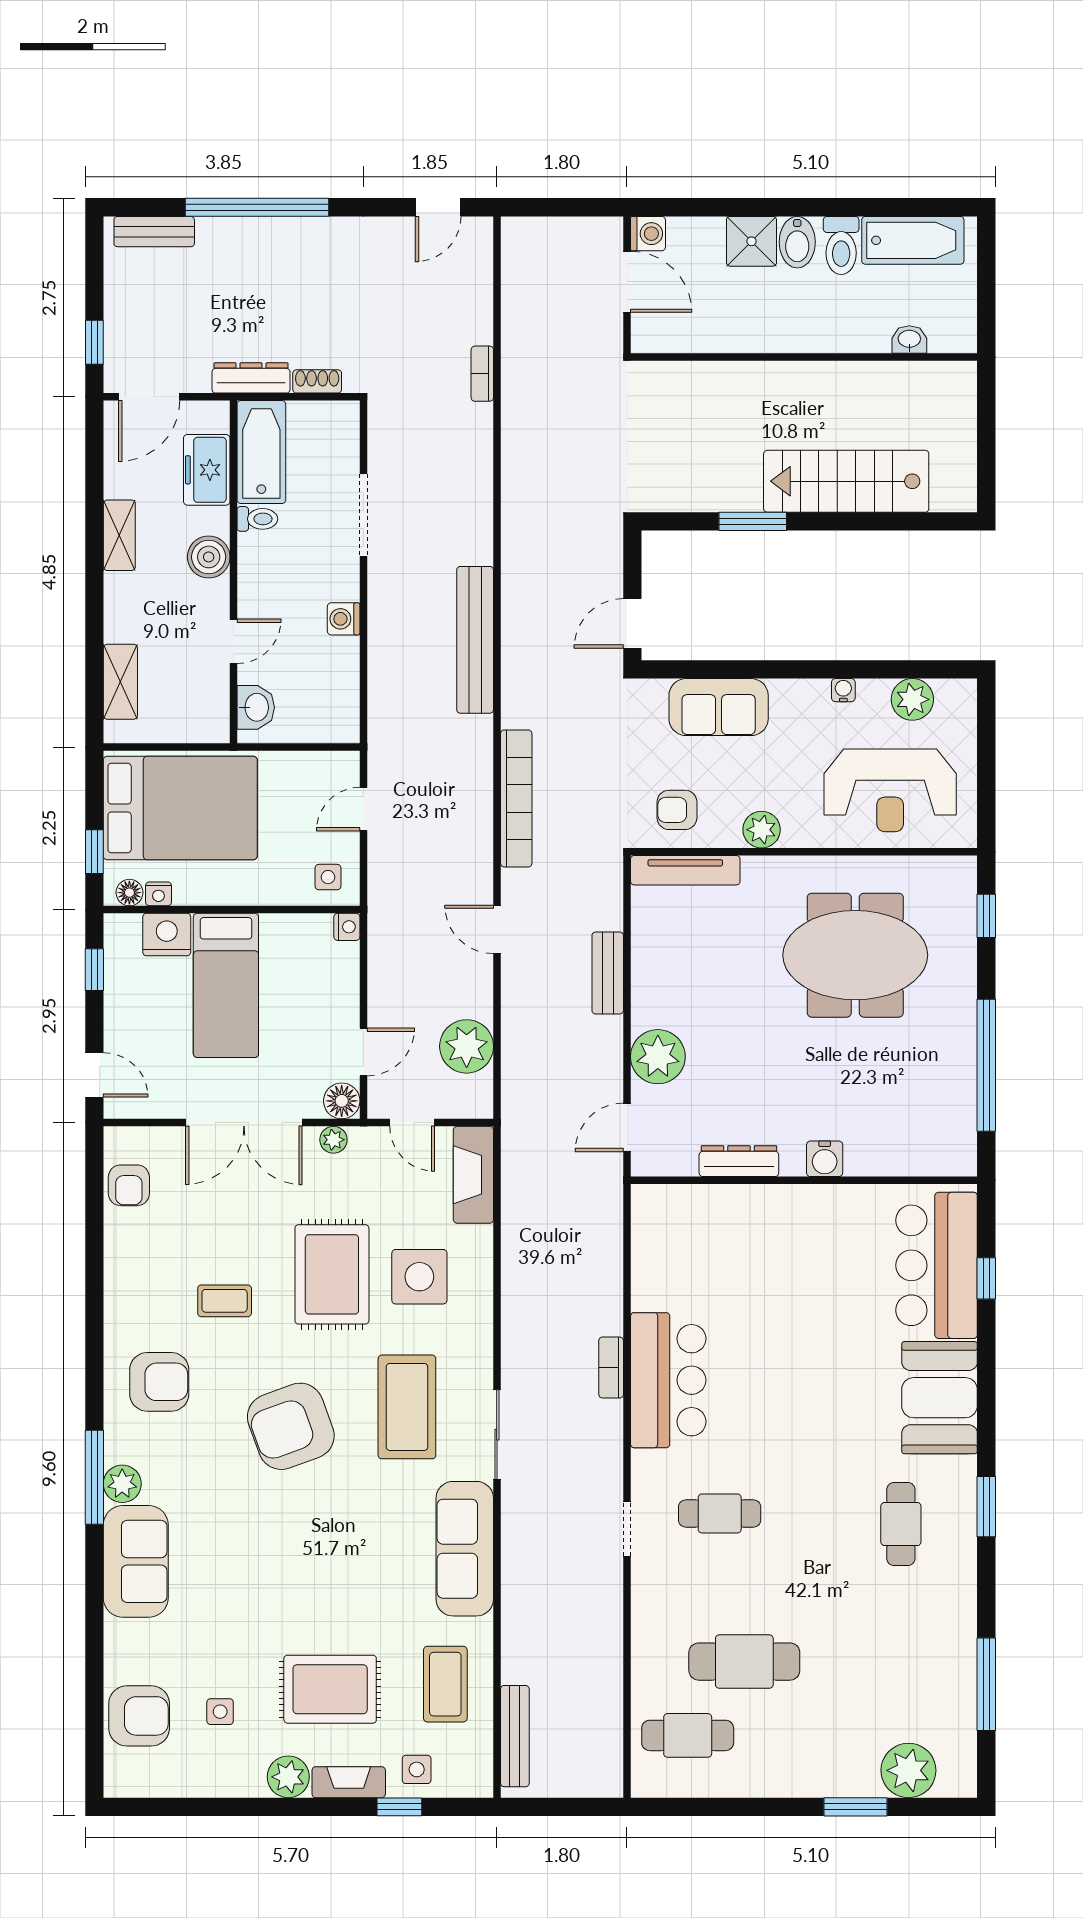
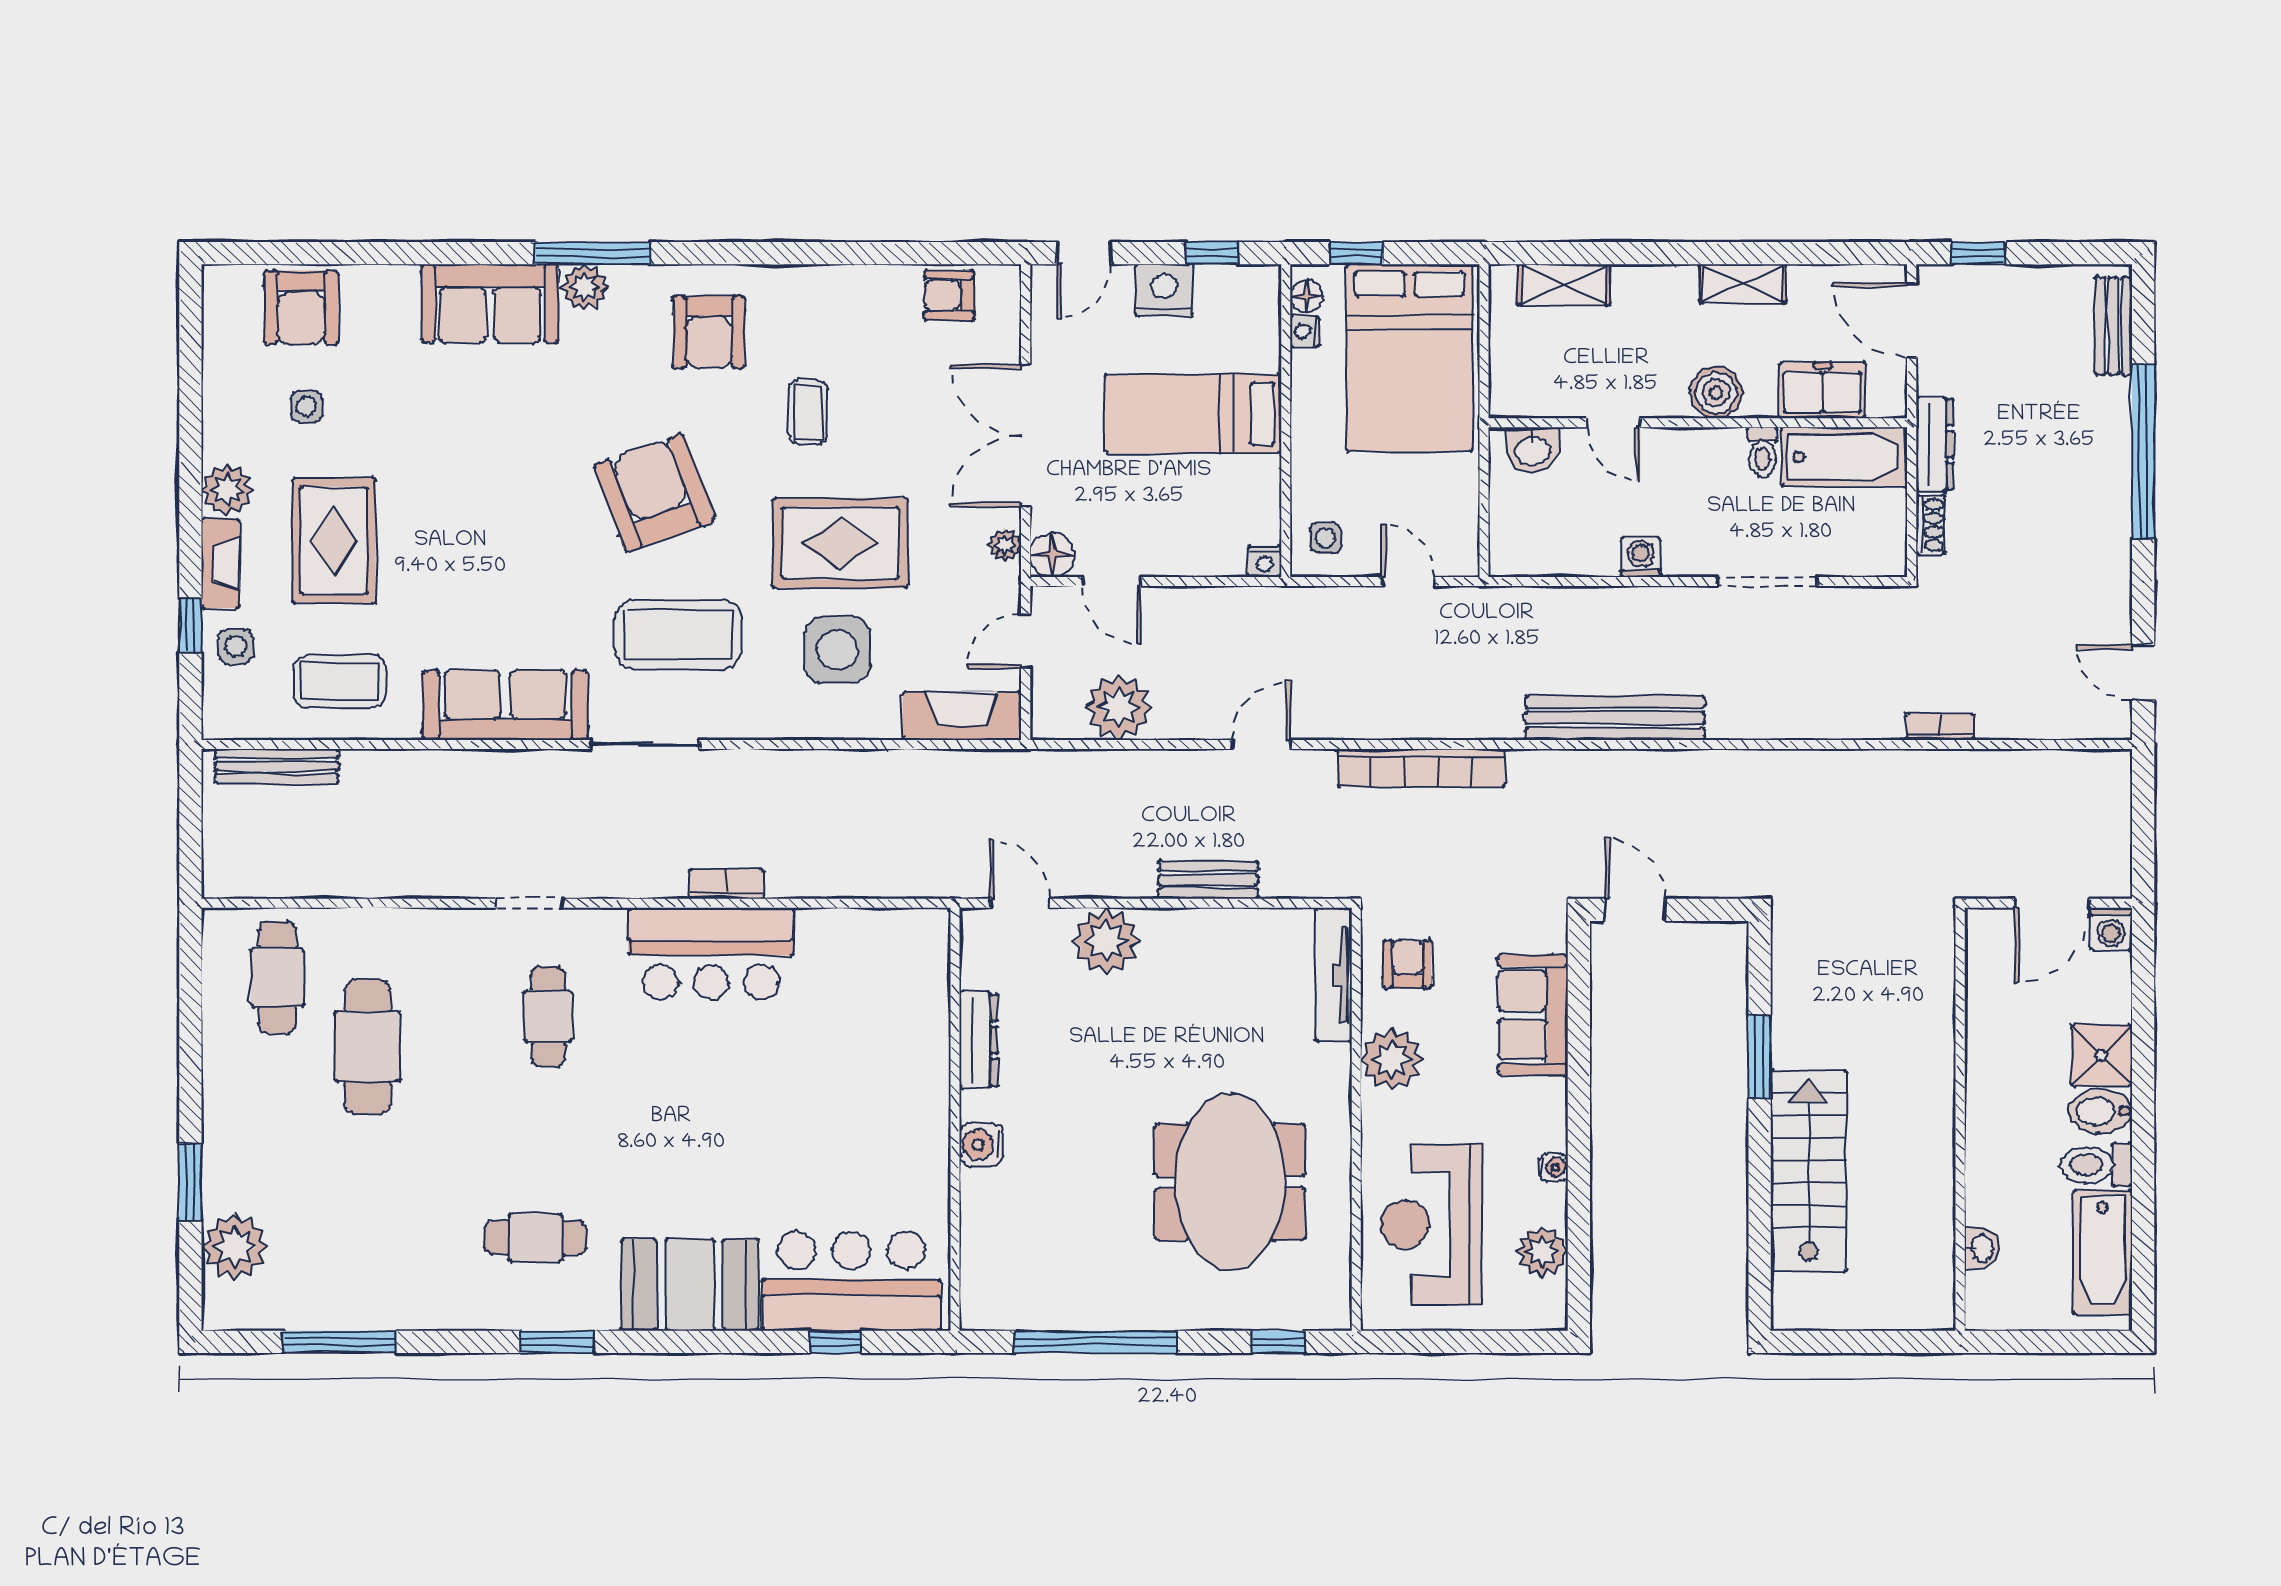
plant: (762, 830) -> (1391, 1059), width x1.36, depth x1.36
nightstand: (167, 935) -> (1164, 290), moved, turned -90

